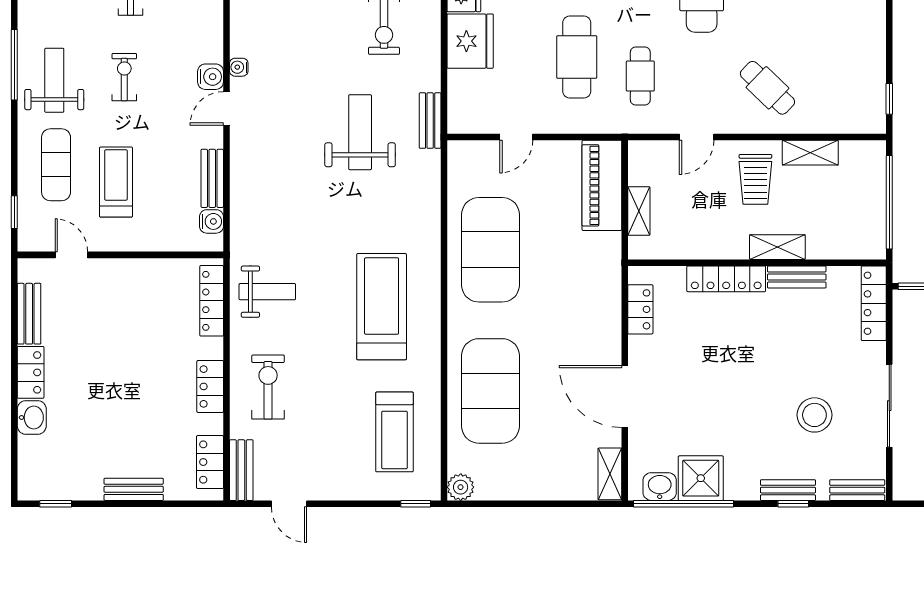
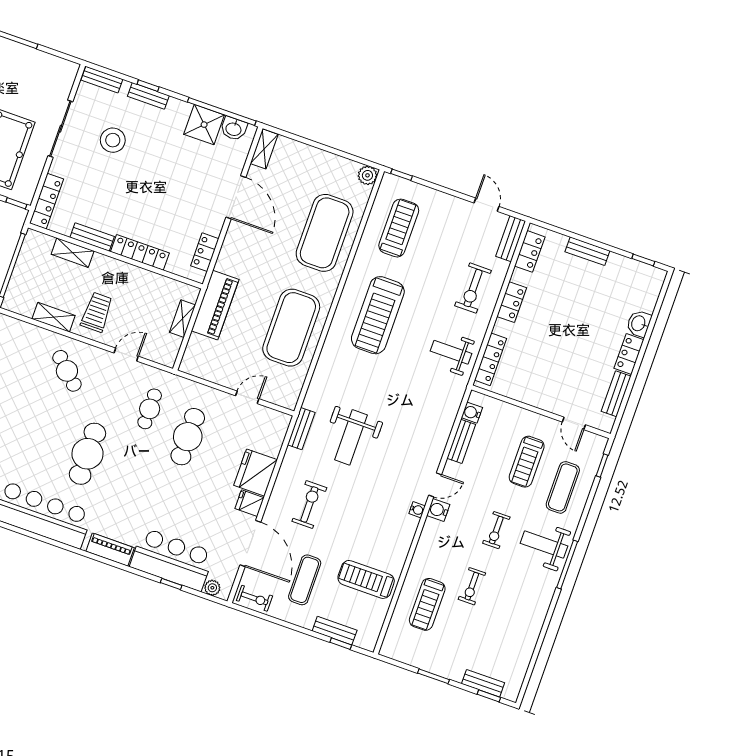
weight bench: (54, 80) -> (544, 545), turned 90
piano: (602, 185) -> (215, 305), moved
shelving: (777, 247) -> (73, 253), moved

